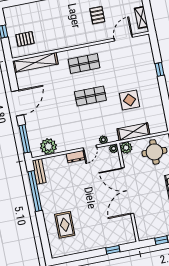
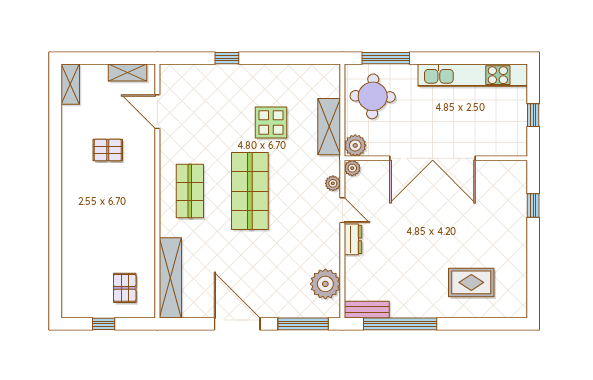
shop shelf: (90, 96) -> (250, 191), width x1.43, depth x1.36

